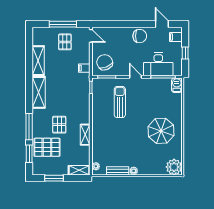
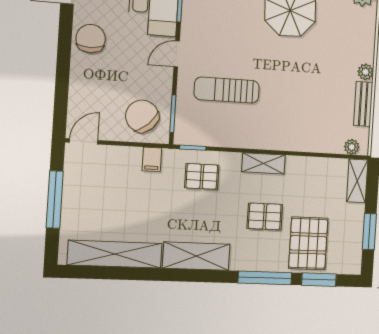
pallet: (65, 42) -> (202, 176), moved
shelving: (38, 61) -> (115, 254), width x1.47
chair: (105, 62) -> (142, 116), turned 69
shelving: (85, 135) -> (263, 163), moved

